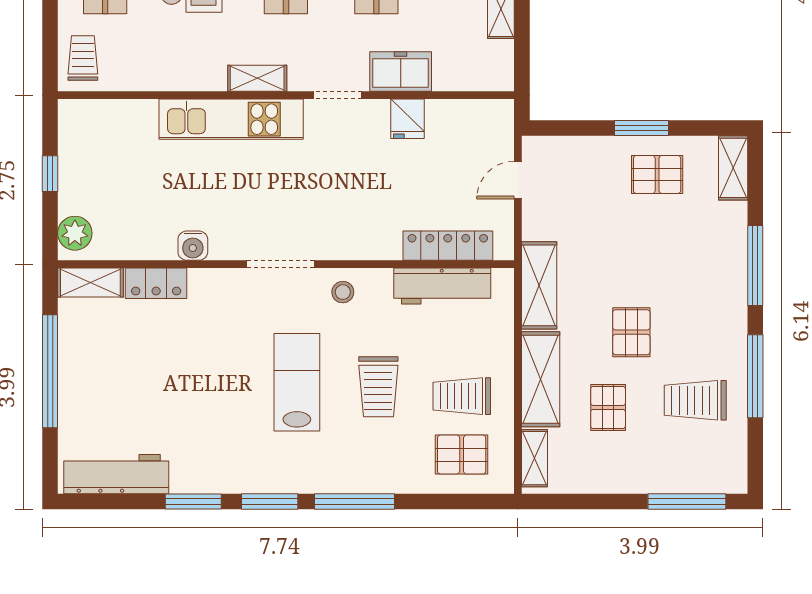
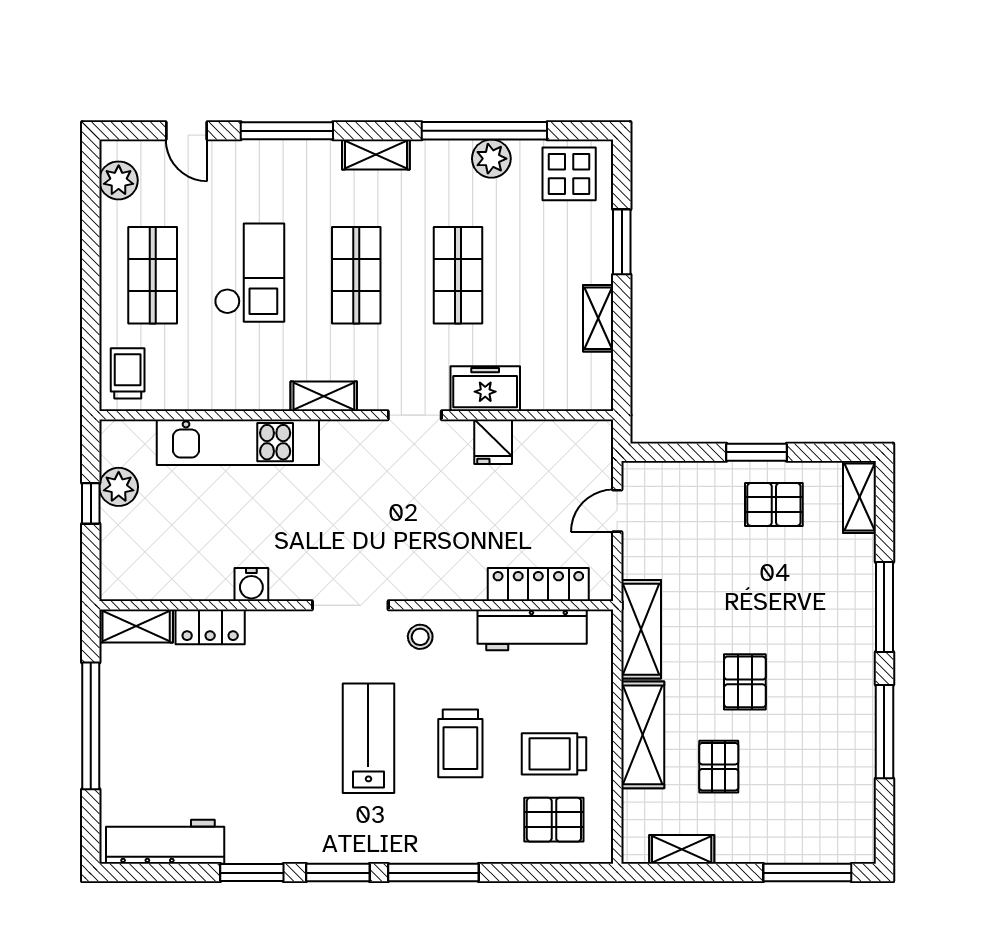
kitchen unit: (231, 119) -> (238, 442), moved
plant: (75, 233) -> (119, 487), moved
trolley: (695, 400) -> (817, 759), removed
shelving: (534, 458) -> (682, 849), moved, turned 90

